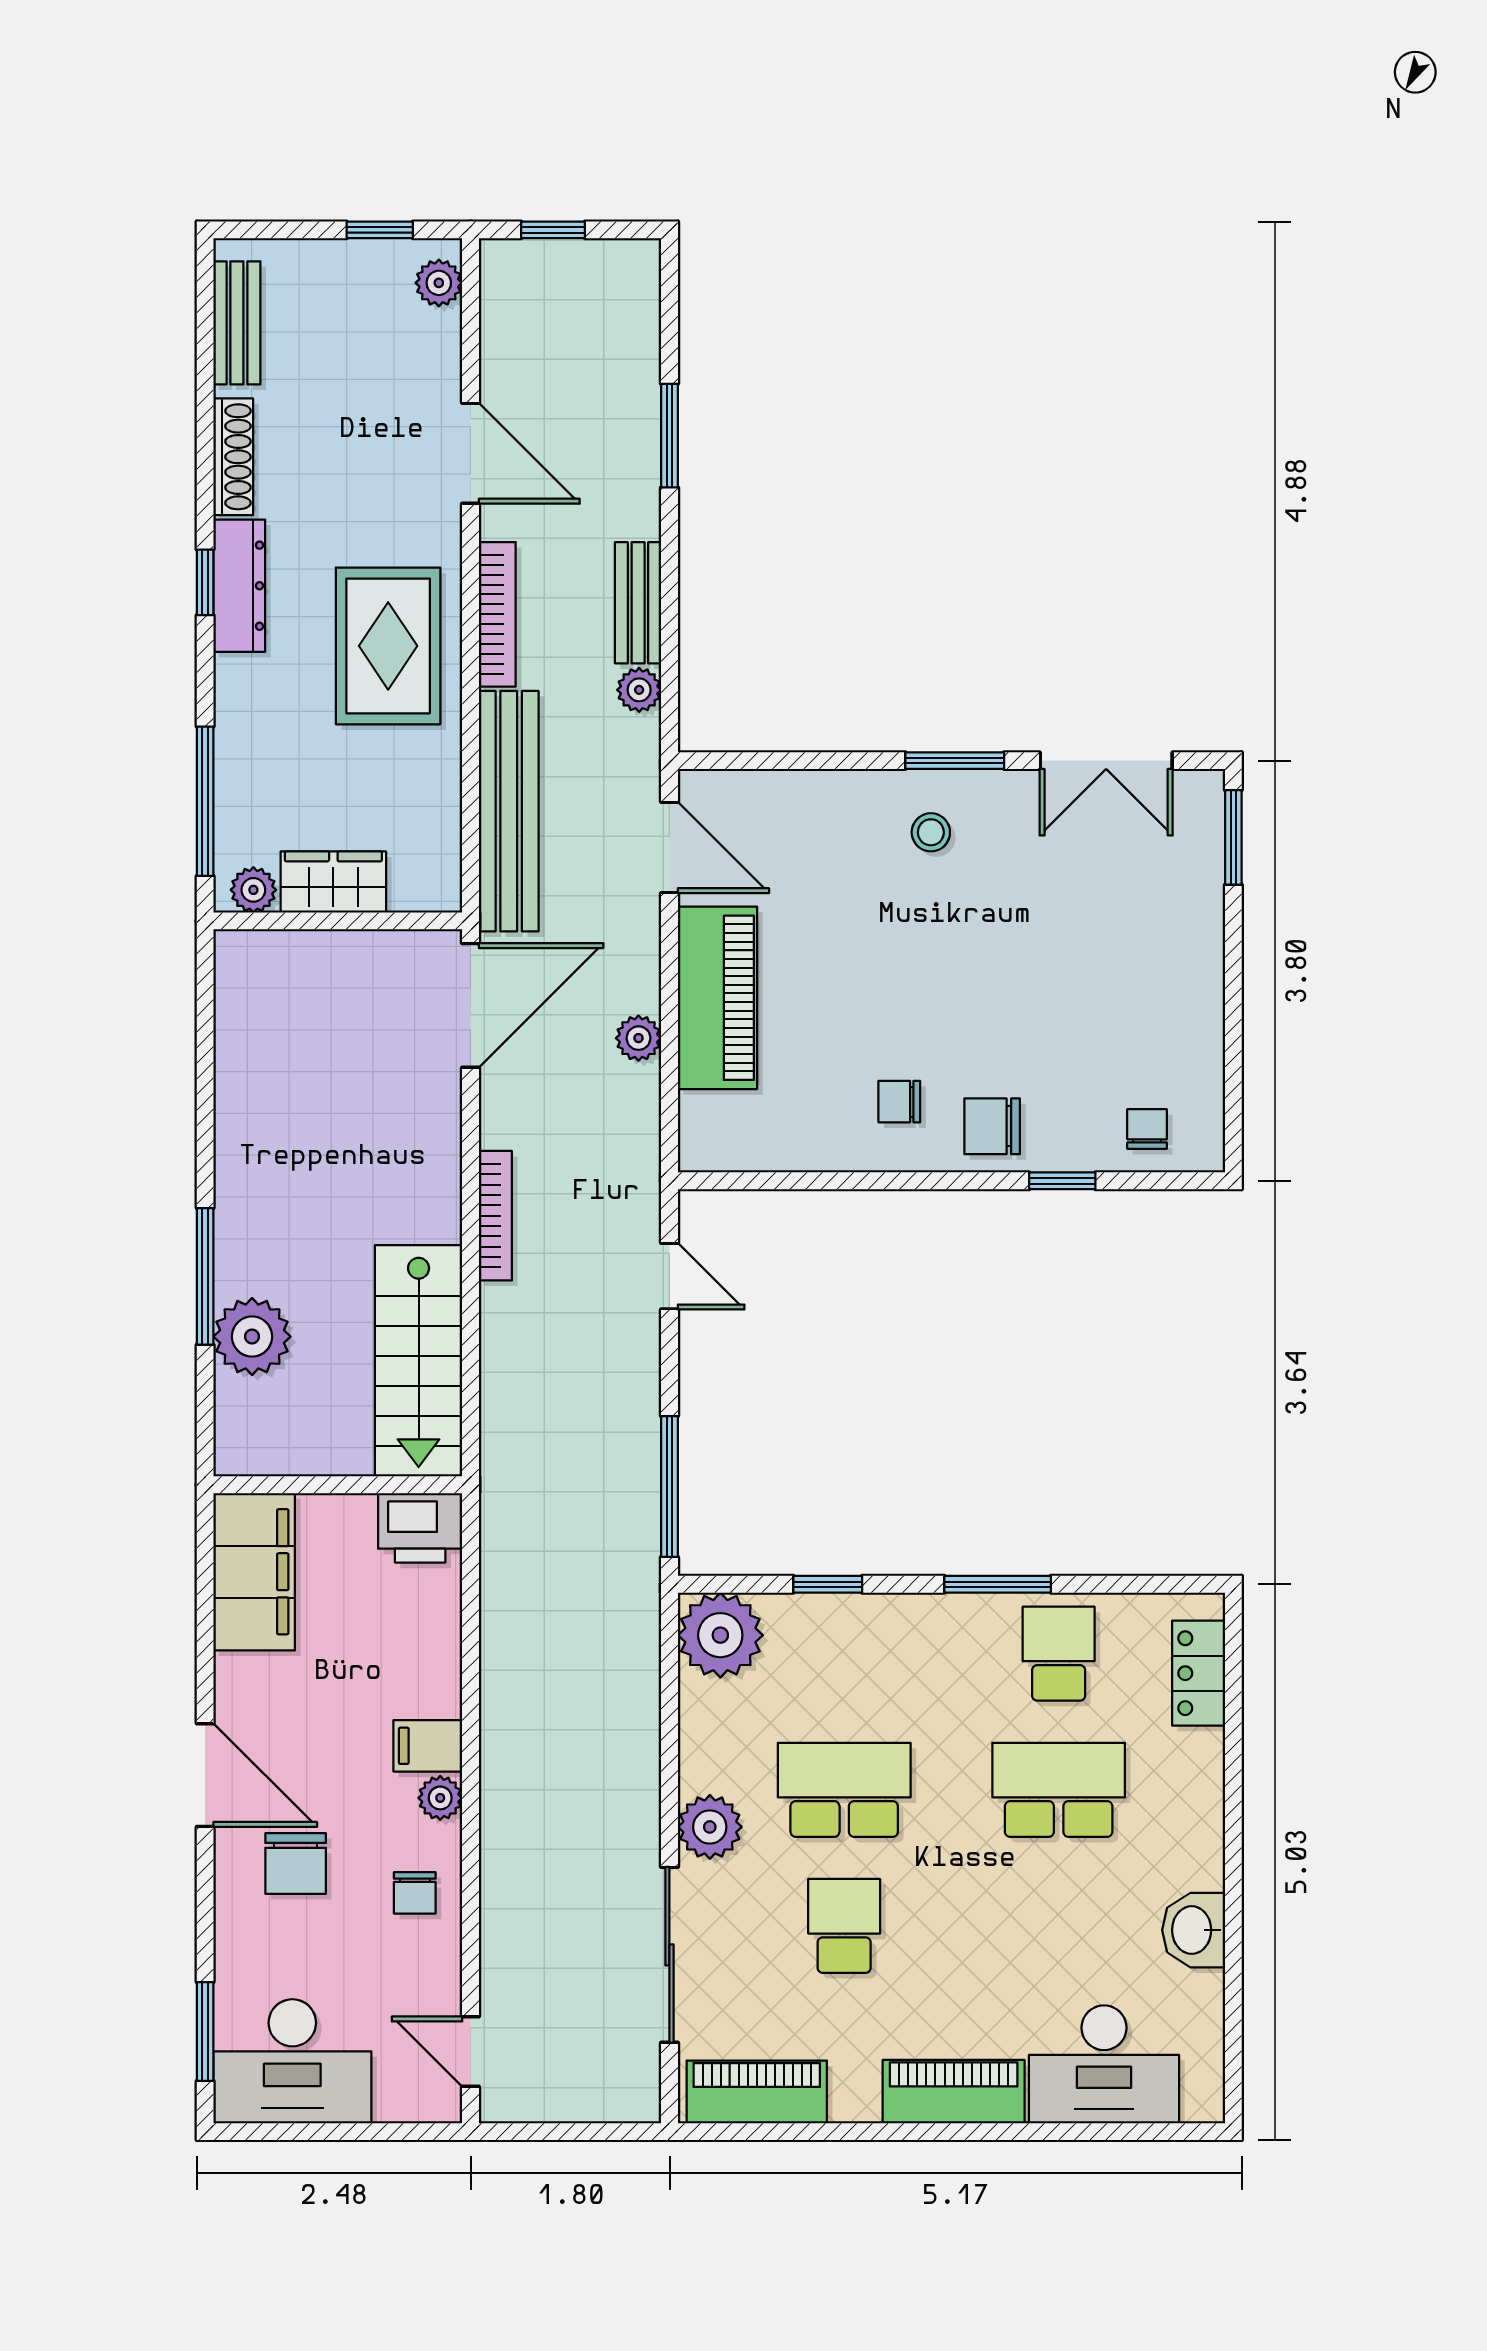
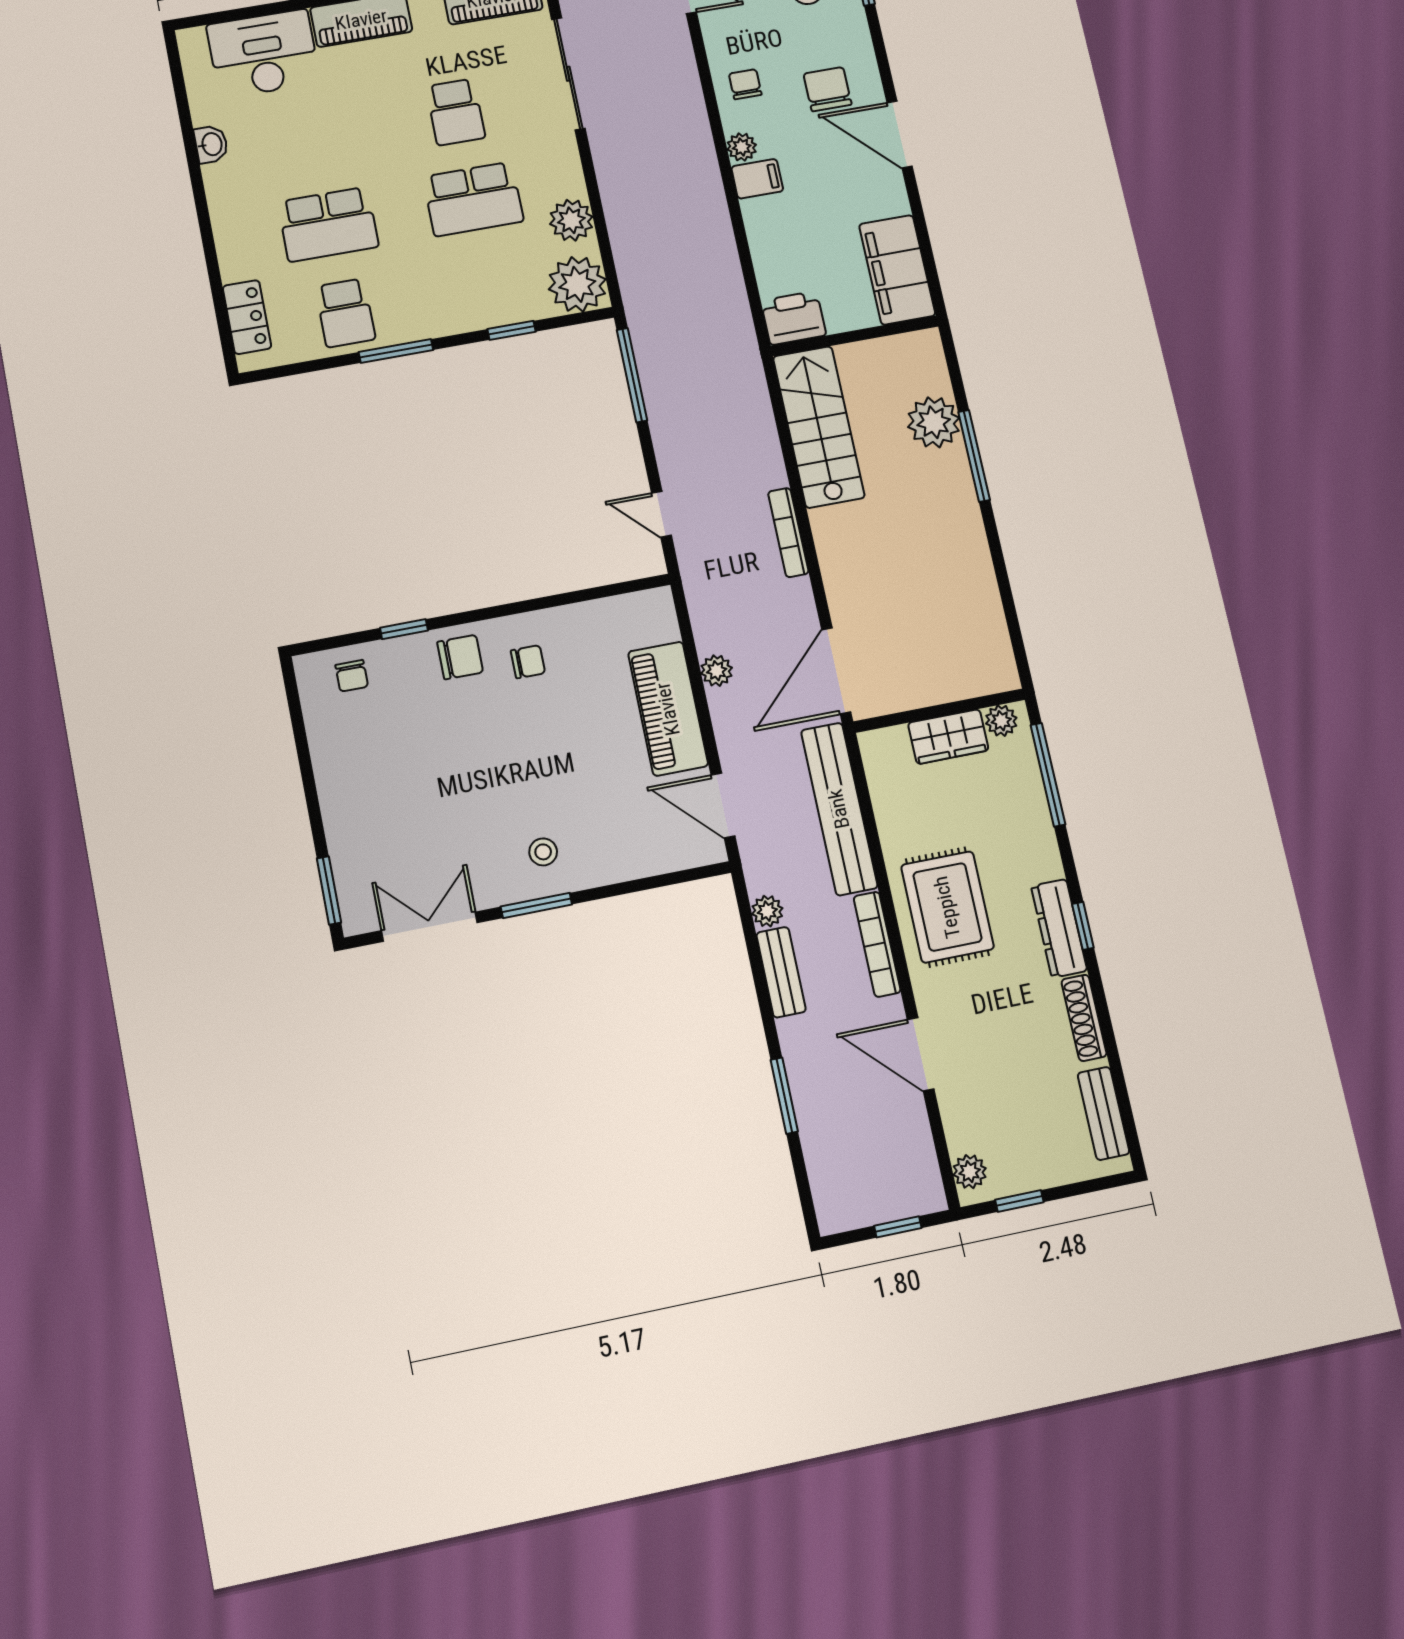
plant: (710, 1827) -> (571, 220), moved
washbasin: (1194, 1930) -> (211, 144), width x0.72, depth x0.69

